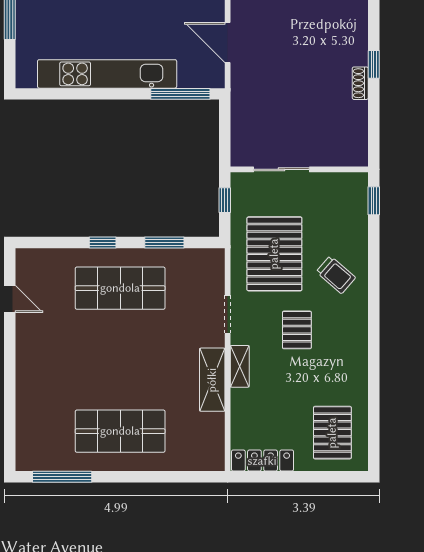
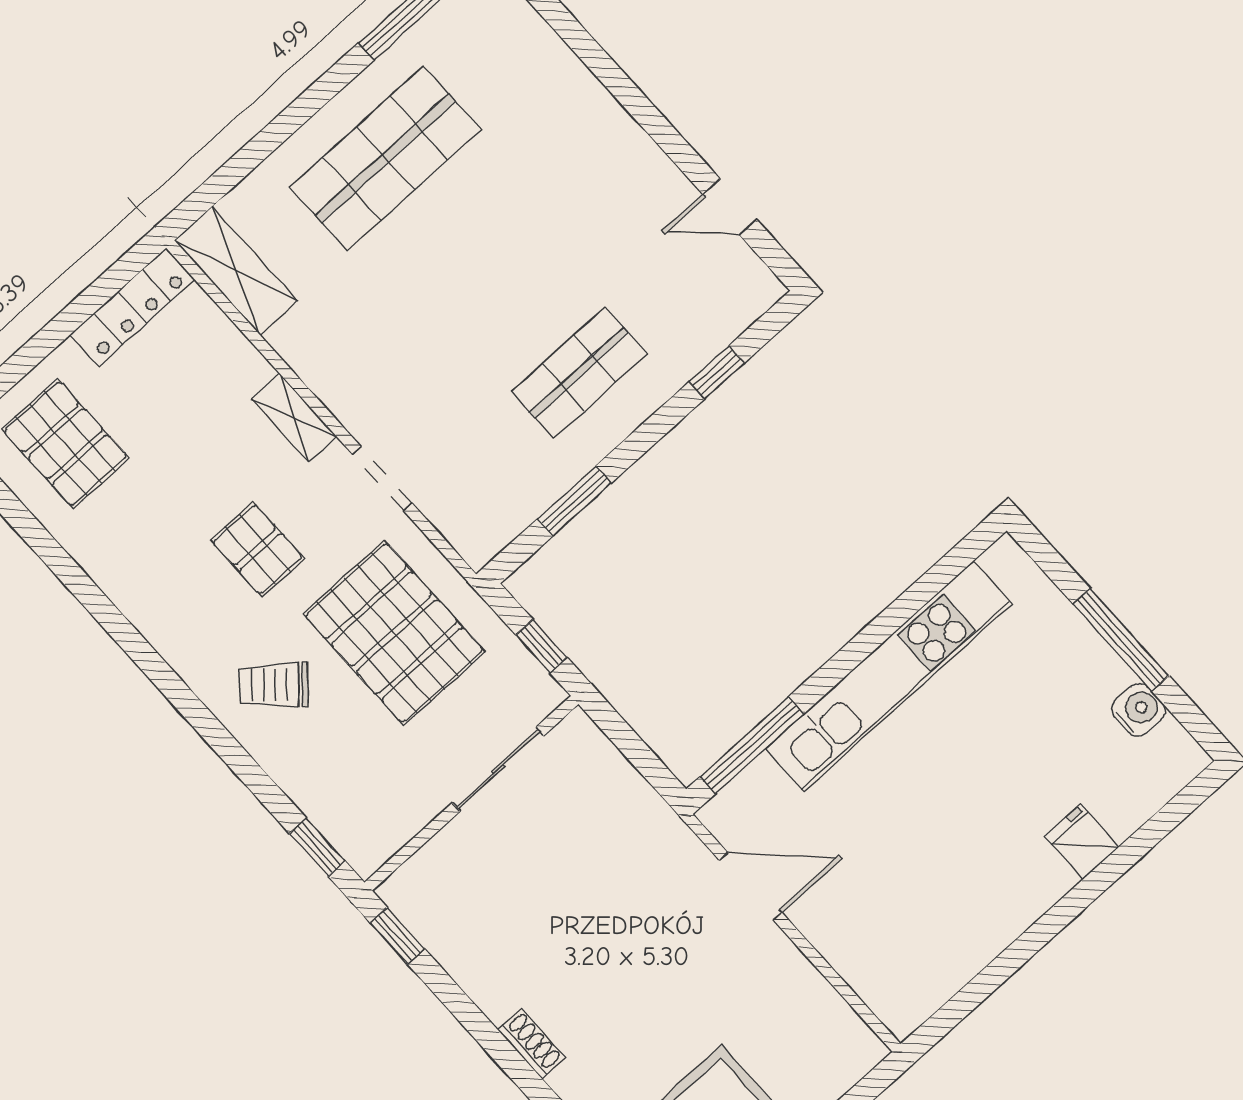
window: (374, 64) -> (397, 936), moved
shoe rack: (360, 83) -> (532, 1044), moved
window: (103, 243) -> (717, 372), moved
shop shelf: (120, 288) -> (579, 373), width x0.70, depth x0.74
shelving: (212, 380) -> (236, 271), moved

